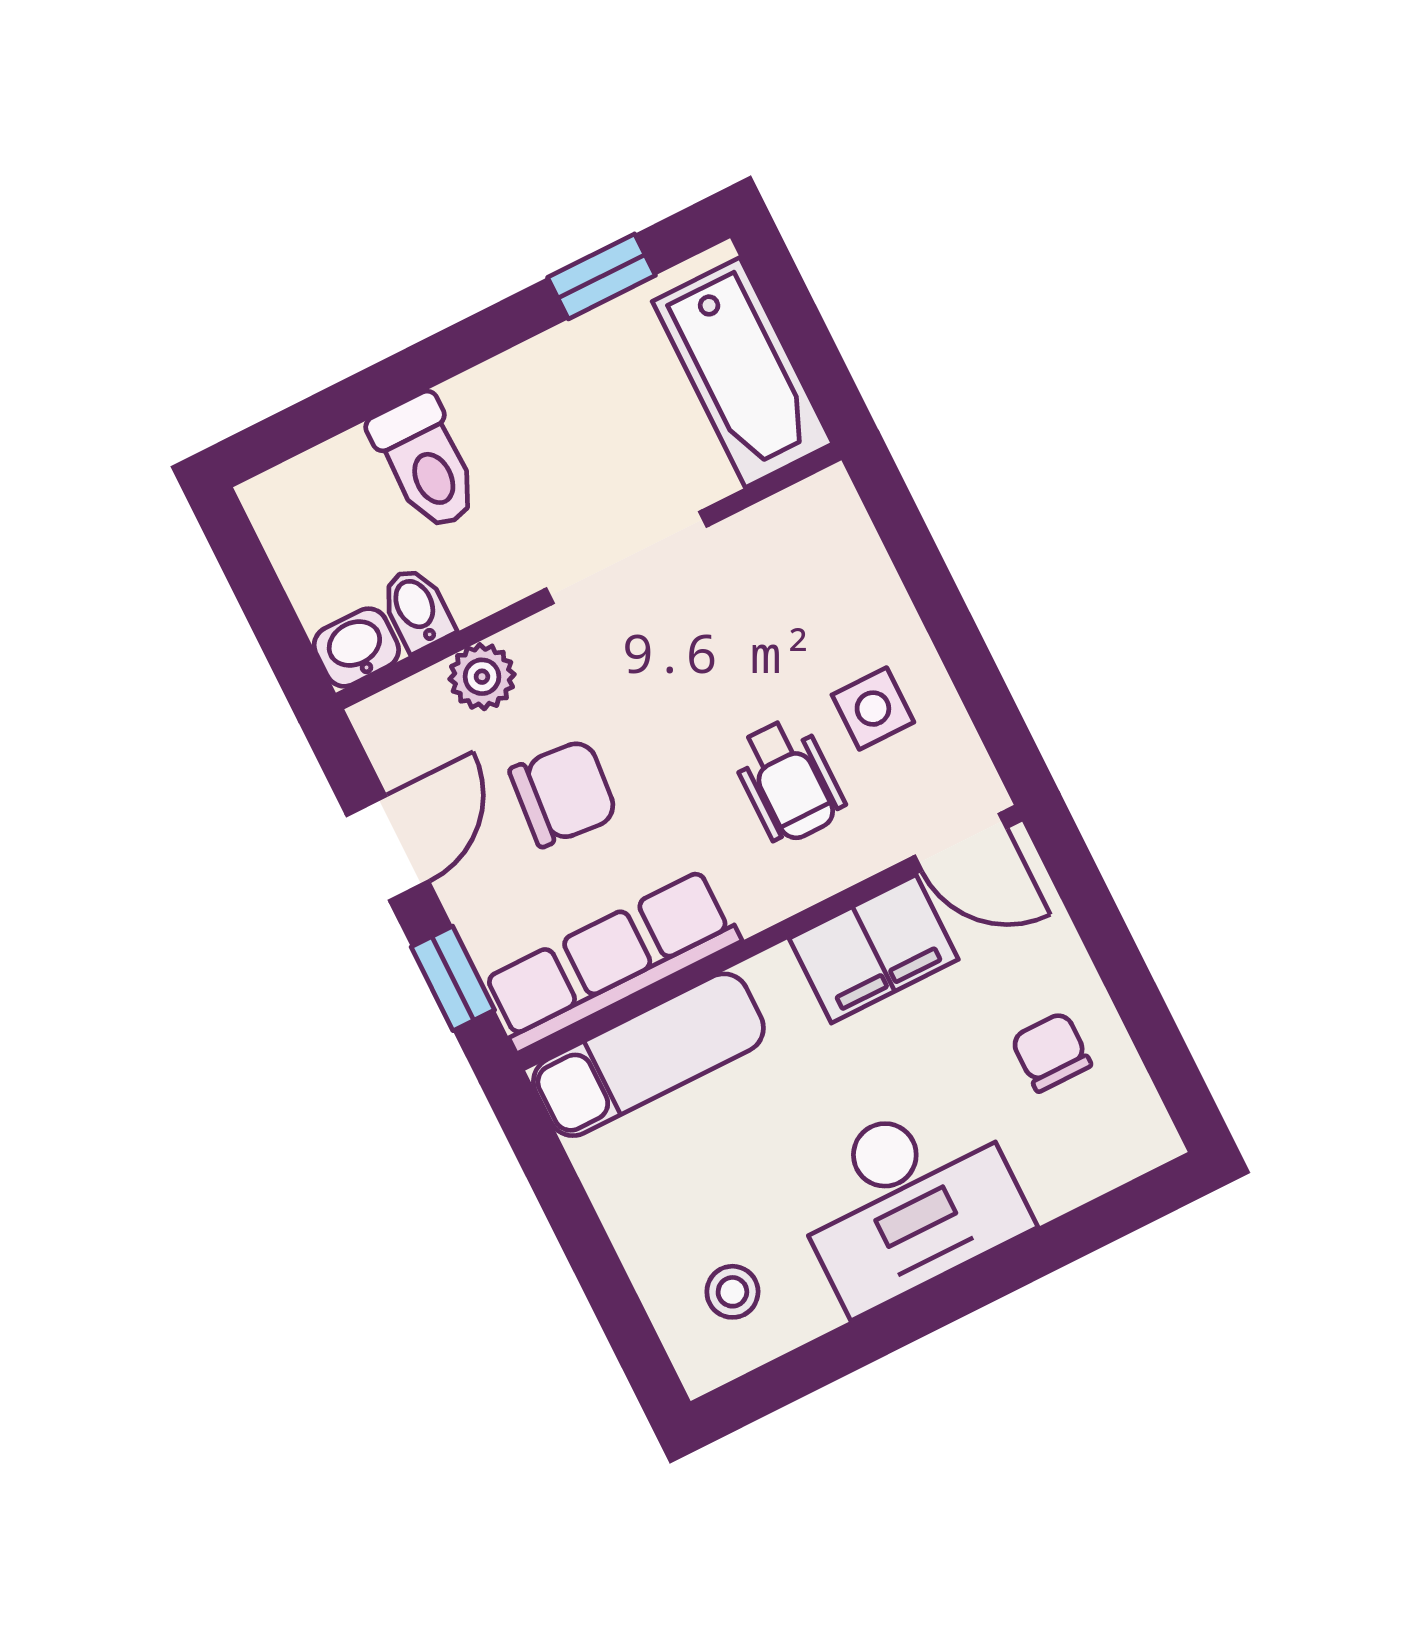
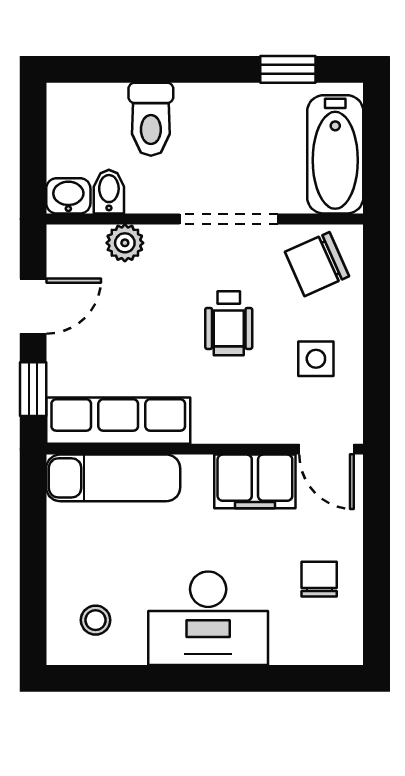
wheelchair: (788, 780) -> (229, 323), moved
chair: (564, 793) -> (317, 264), moved, turned 151

